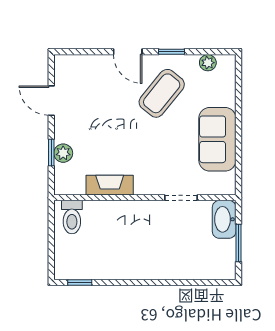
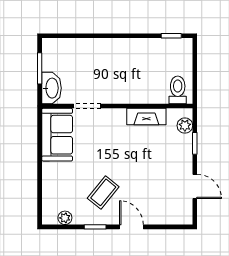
coffee table: (162, 93) -> (103, 192), width x0.73, depth x0.77
sofa: (217, 139) -> (57, 135), moved
plant: (63, 153) -> (185, 126), moved

